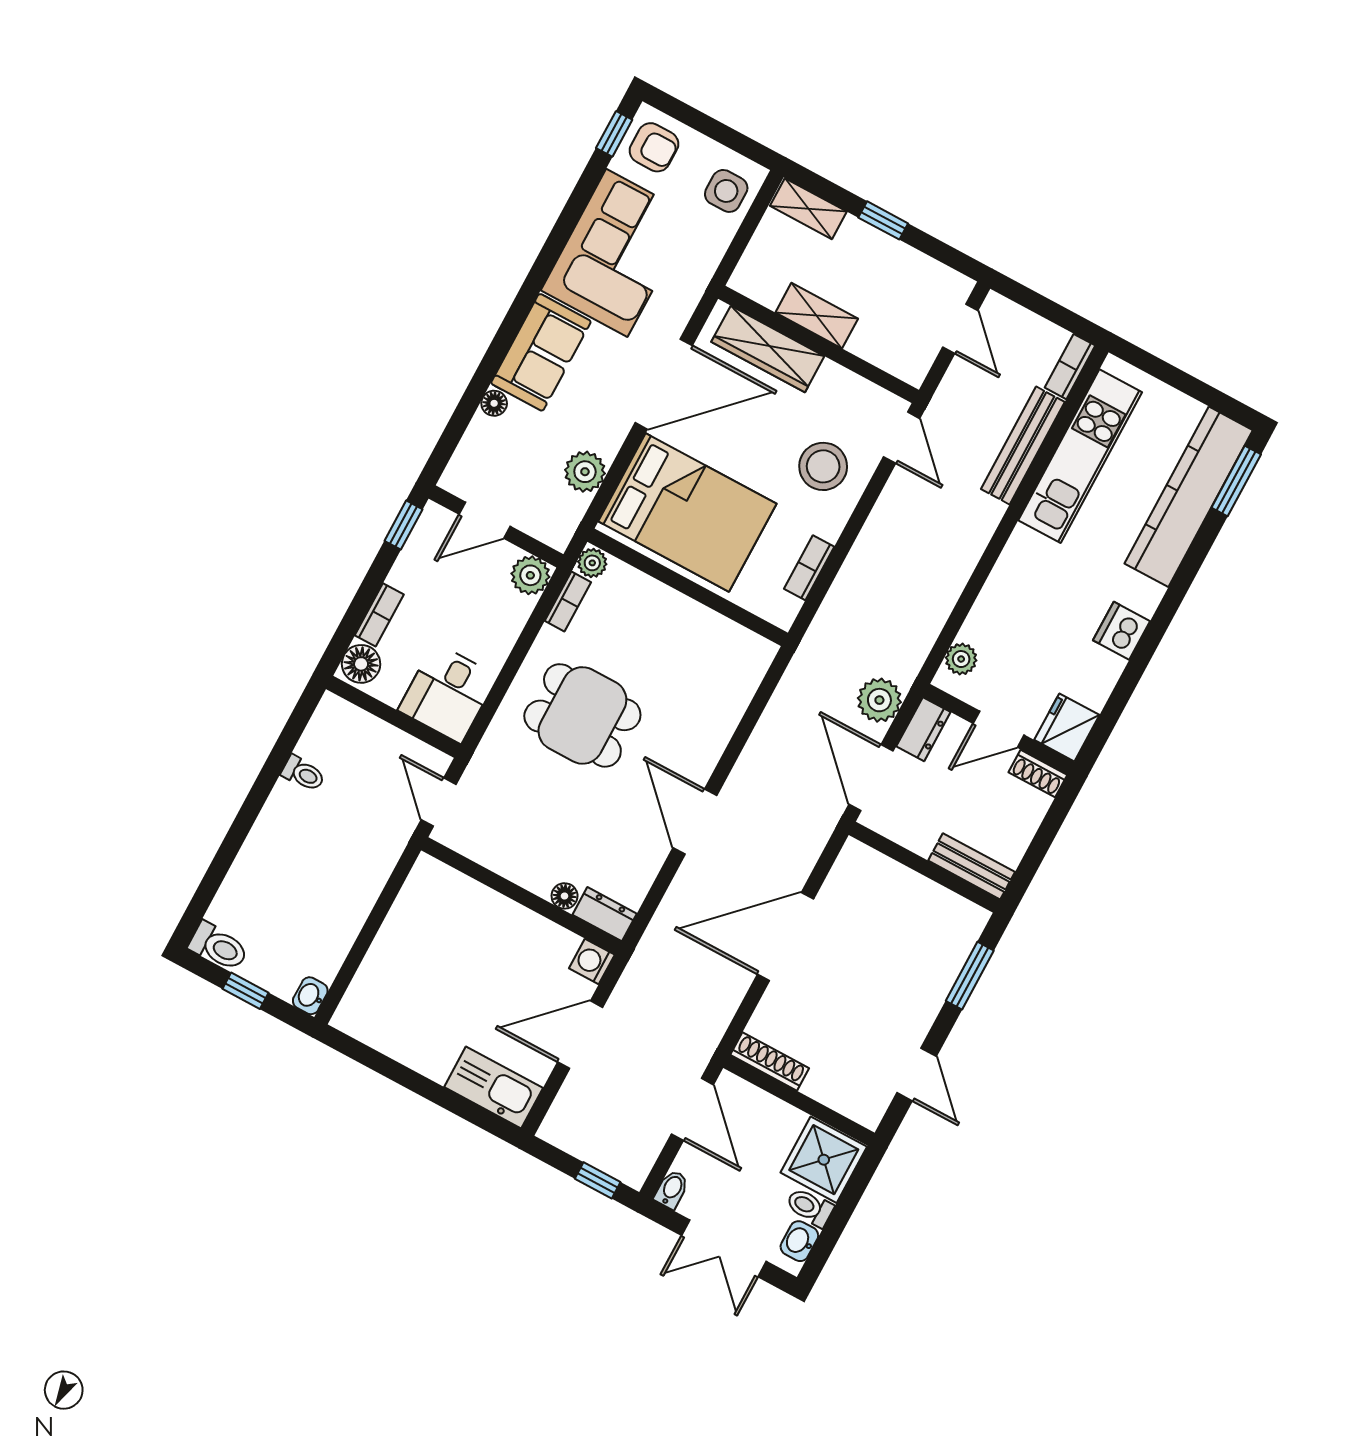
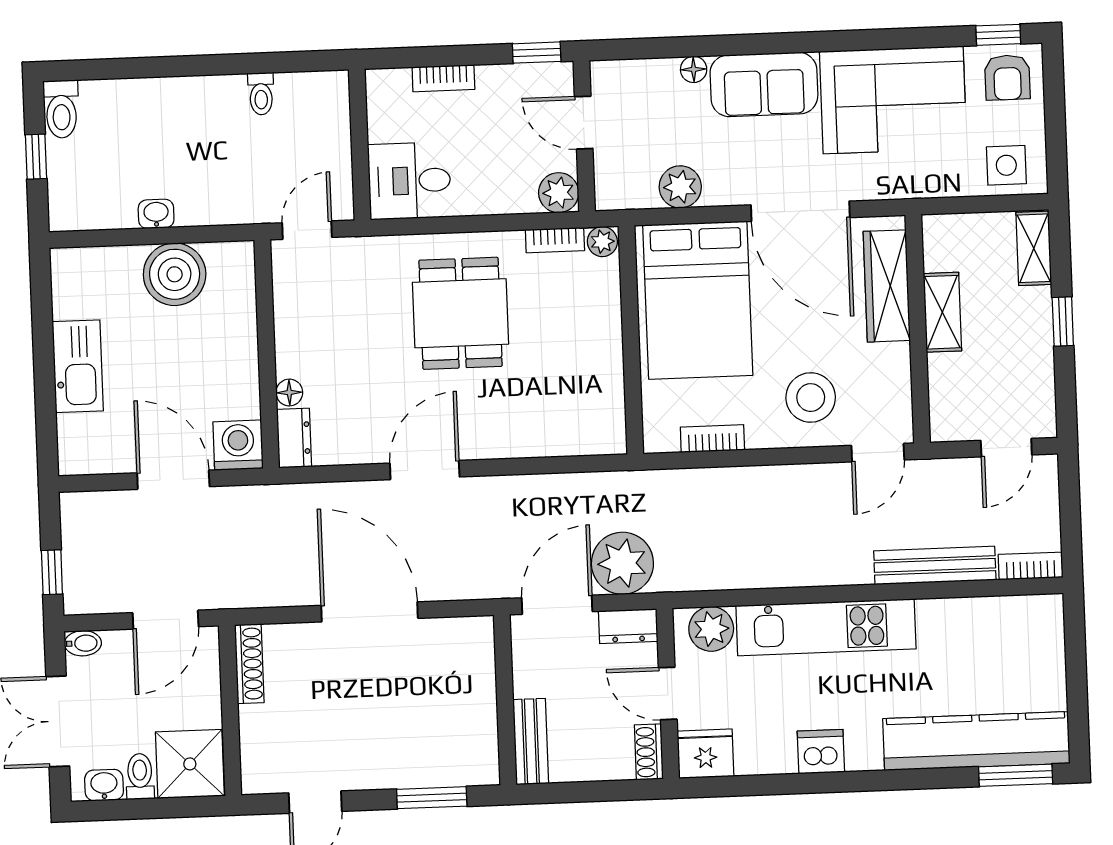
kitchen unit: (1080, 456) -> (826, 627), moved
plant: (961, 659) -> (711, 629), width x1.38, depth x1.38
floor lamp: (361, 664) -> (390, 88), removed
plant: (879, 700) -> (622, 563), width x1.36, depth x1.36
boiler: (411, 933) -> (175, 274), added
washing machine: (592, 961) -> (238, 445), width x1.38, depth x1.38
washbasin: (310, 996) -> (156, 214), moved
kitchen sink: (494, 1088) -> (78, 366), moved

